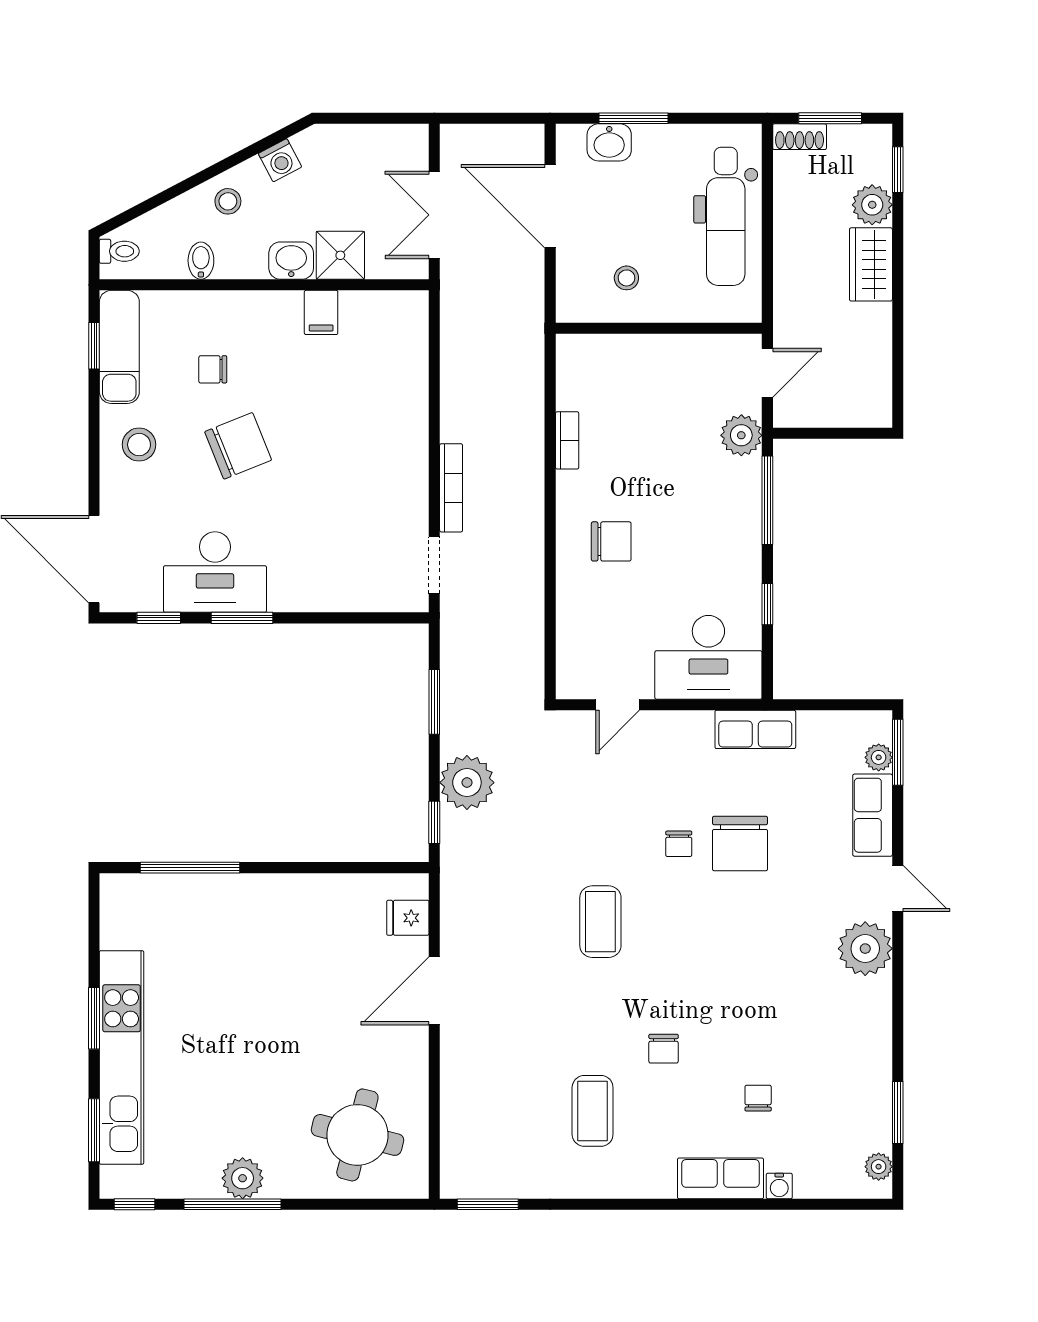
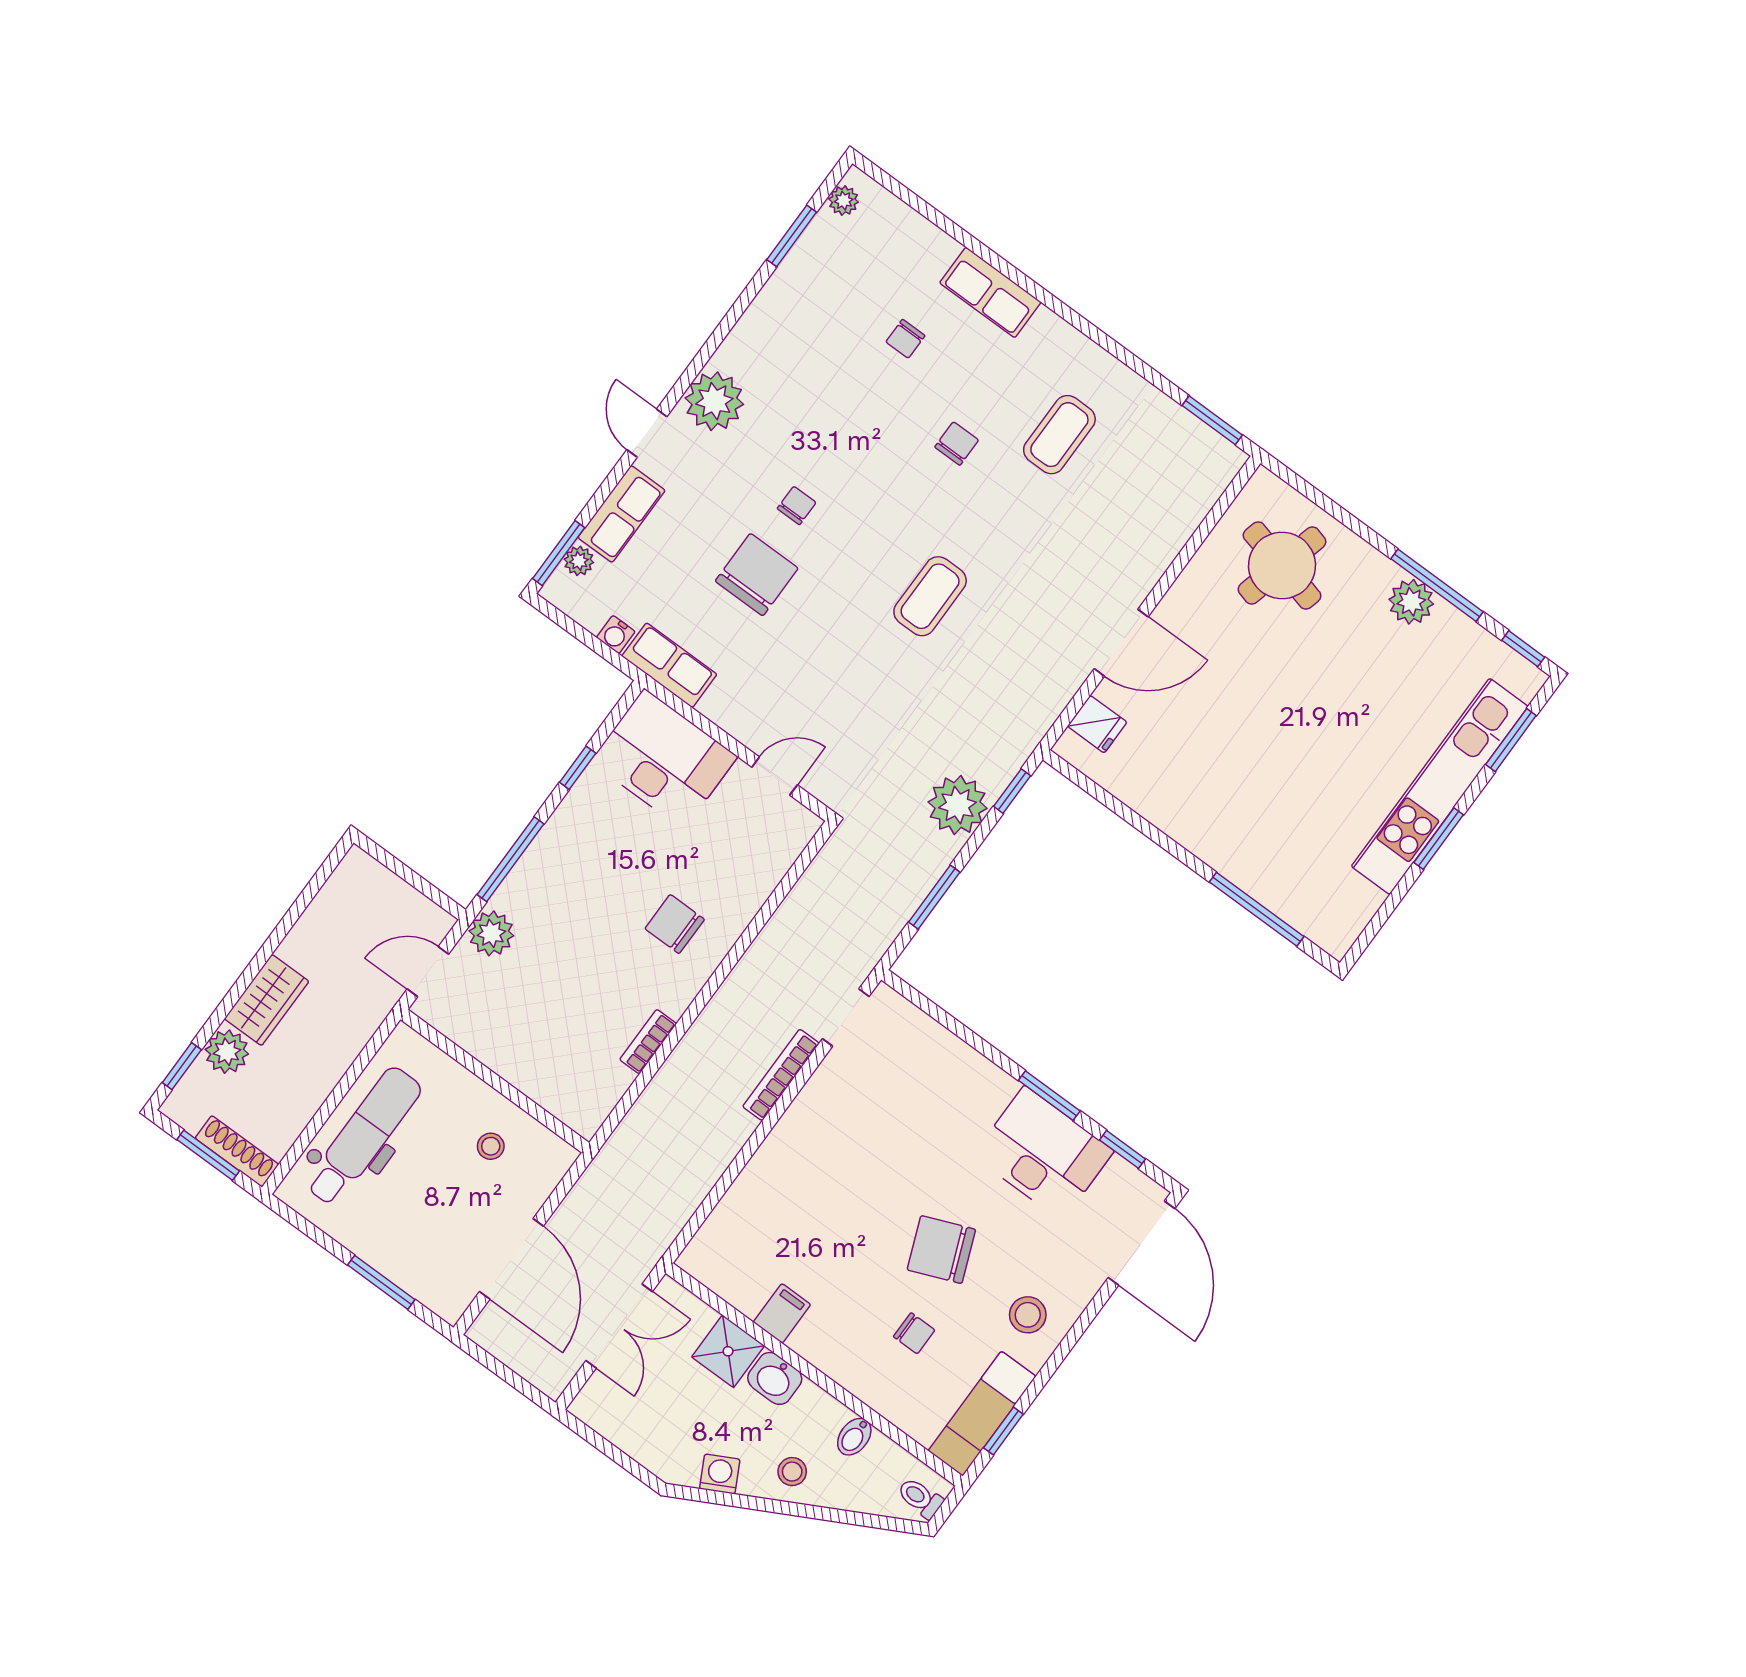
shoe rack: (800, 137) -> (237, 1151), width x1.43
washbasin: (609, 142) -> (418, 1277), removed
chair: (679, 844) -> (797, 505), moved
water cooler: (779, 1186) -> (616, 635), moved, turned 180

